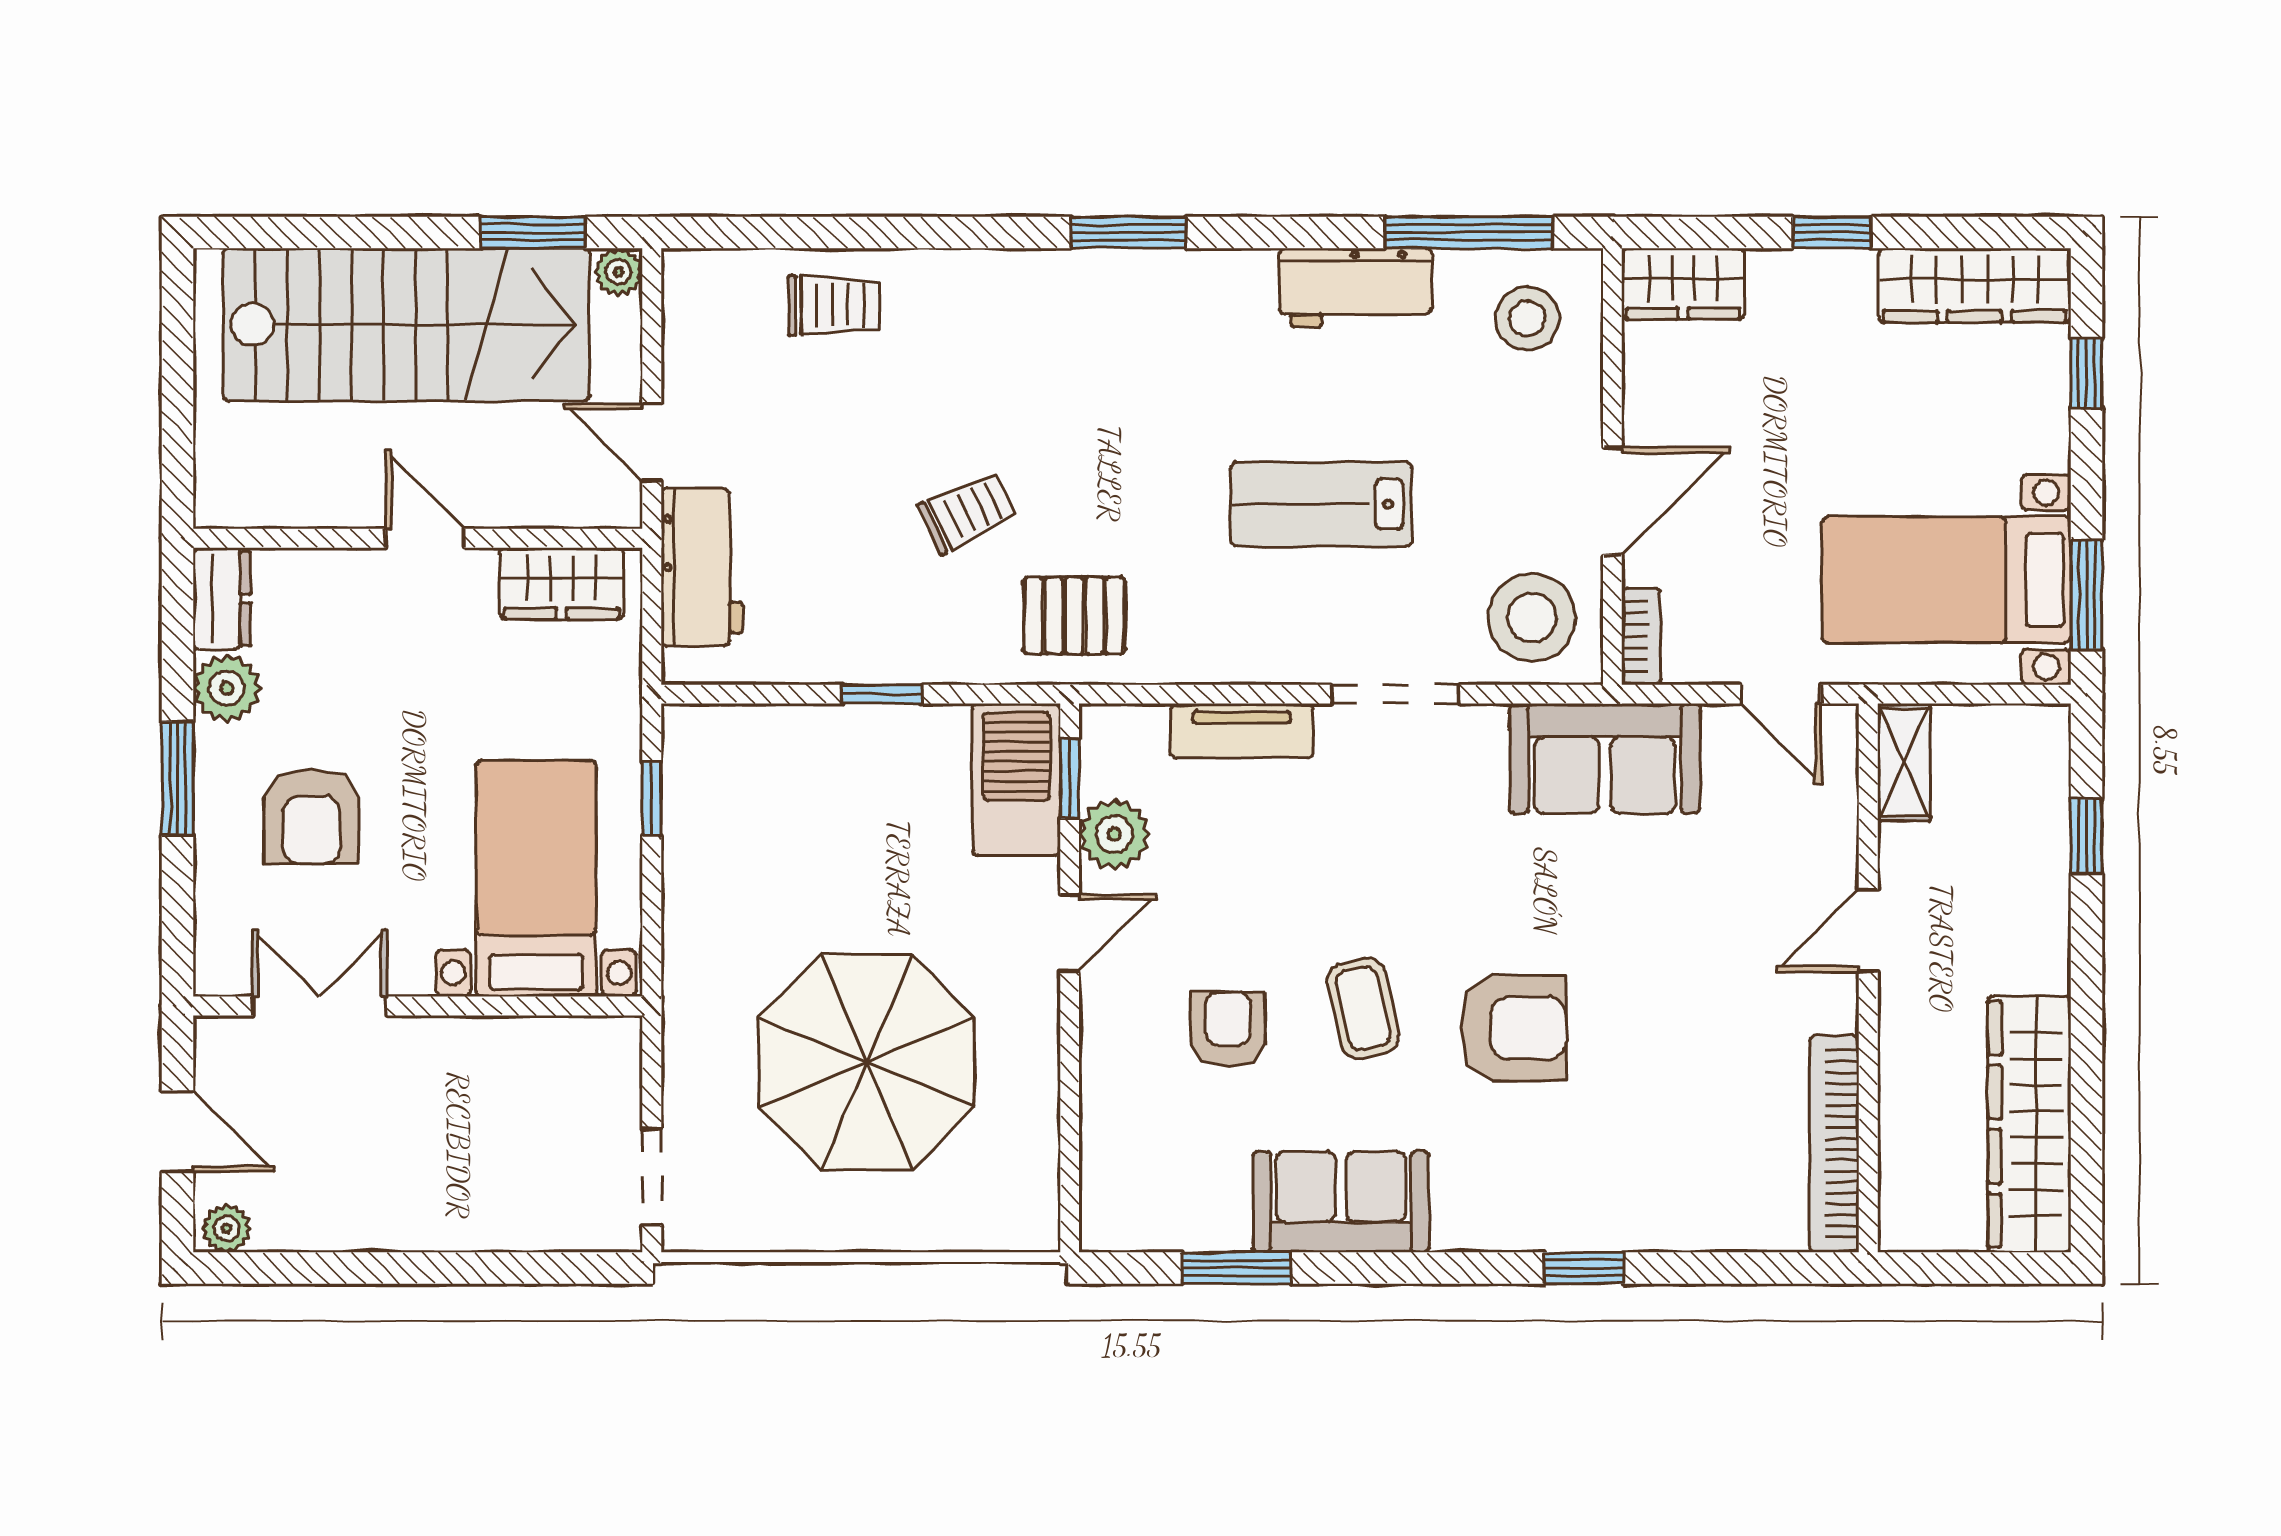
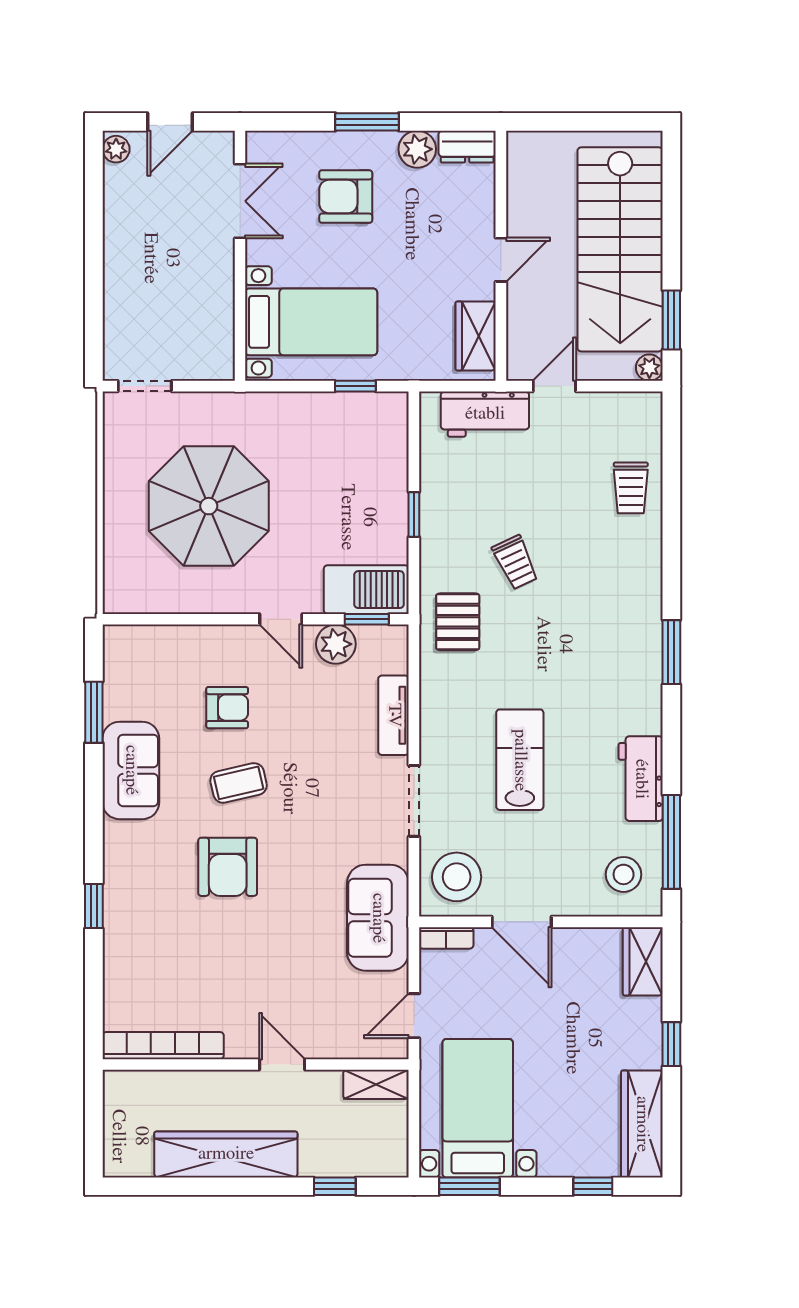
wardrobe: (2029, 1124) -> (226, 1154), moved

